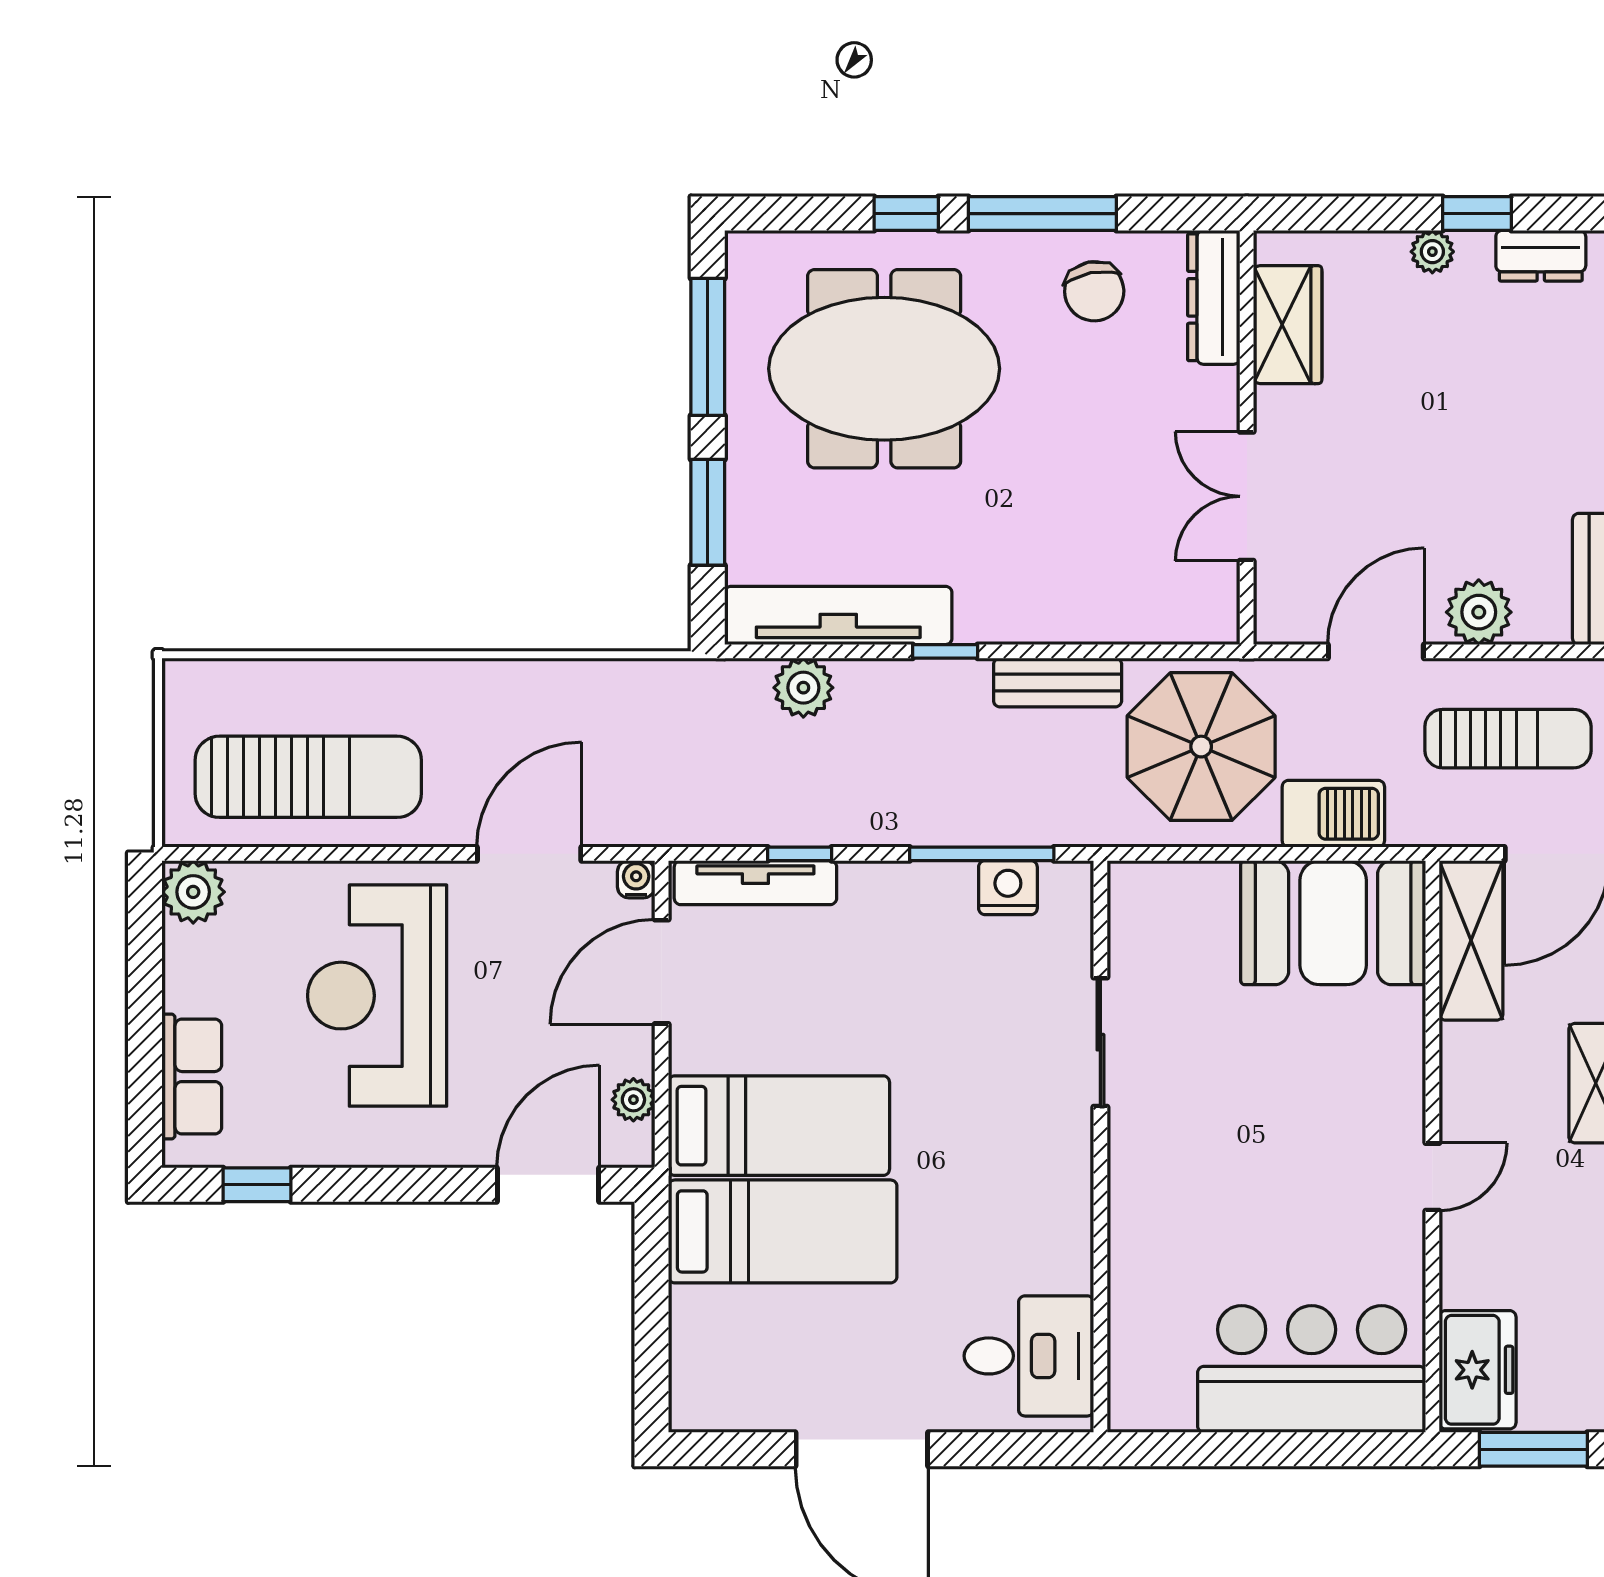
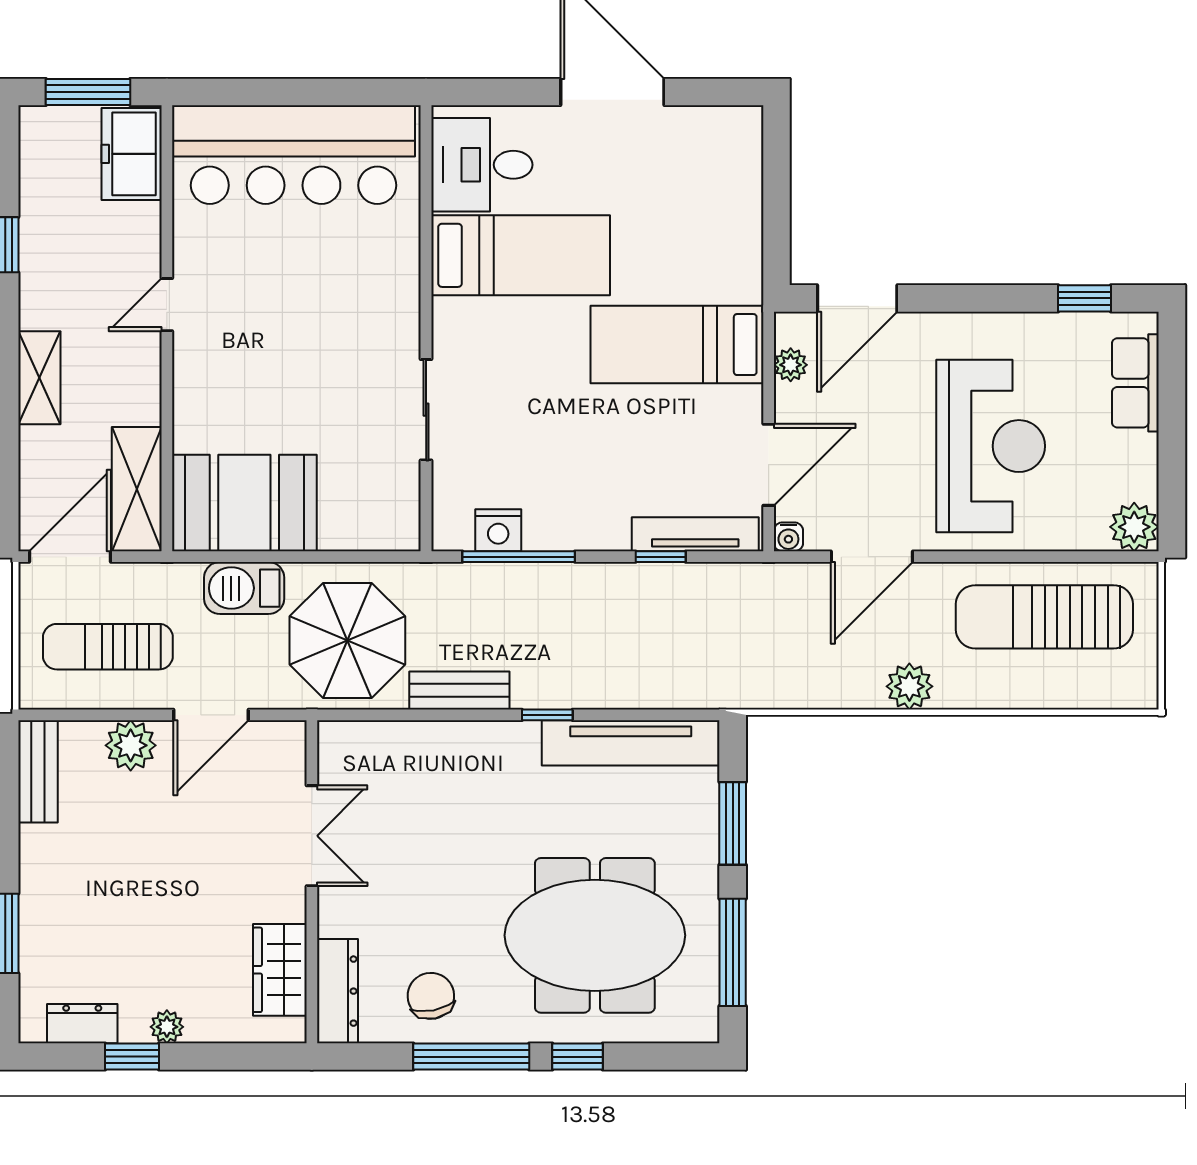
plant: (803, 688) -> (909, 686), moved
bed: (783, 1231) -> (521, 255), moved, turned 180
bar counter: (1312, 1369) -> (294, 155), width x1.36

